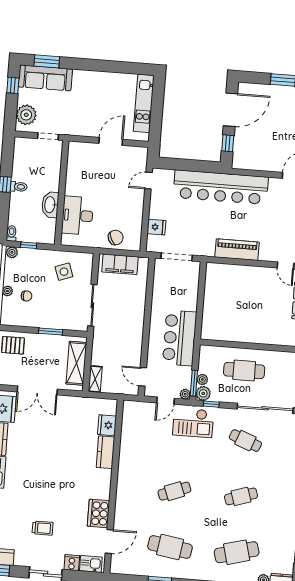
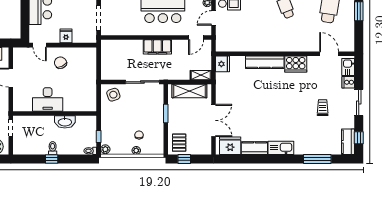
desk: (78, 215) -> (48, 99), moved
fridge: (156, 227) -> (66, 36), moved
chair: (116, 238) -> (60, 63), moved
filing cabinet: (120, 264) -> (157, 47), moved, turned 90
side table: (64, 272) -> (113, 95), moved
door: (165, 401) -> (213, 18), swing flipped
fridge: (107, 425) -> (223, 64), moved, turned -90
kitchen counter: (106, 452) -> (265, 62), width x1.50
cooker: (99, 513) -> (296, 64), moved

